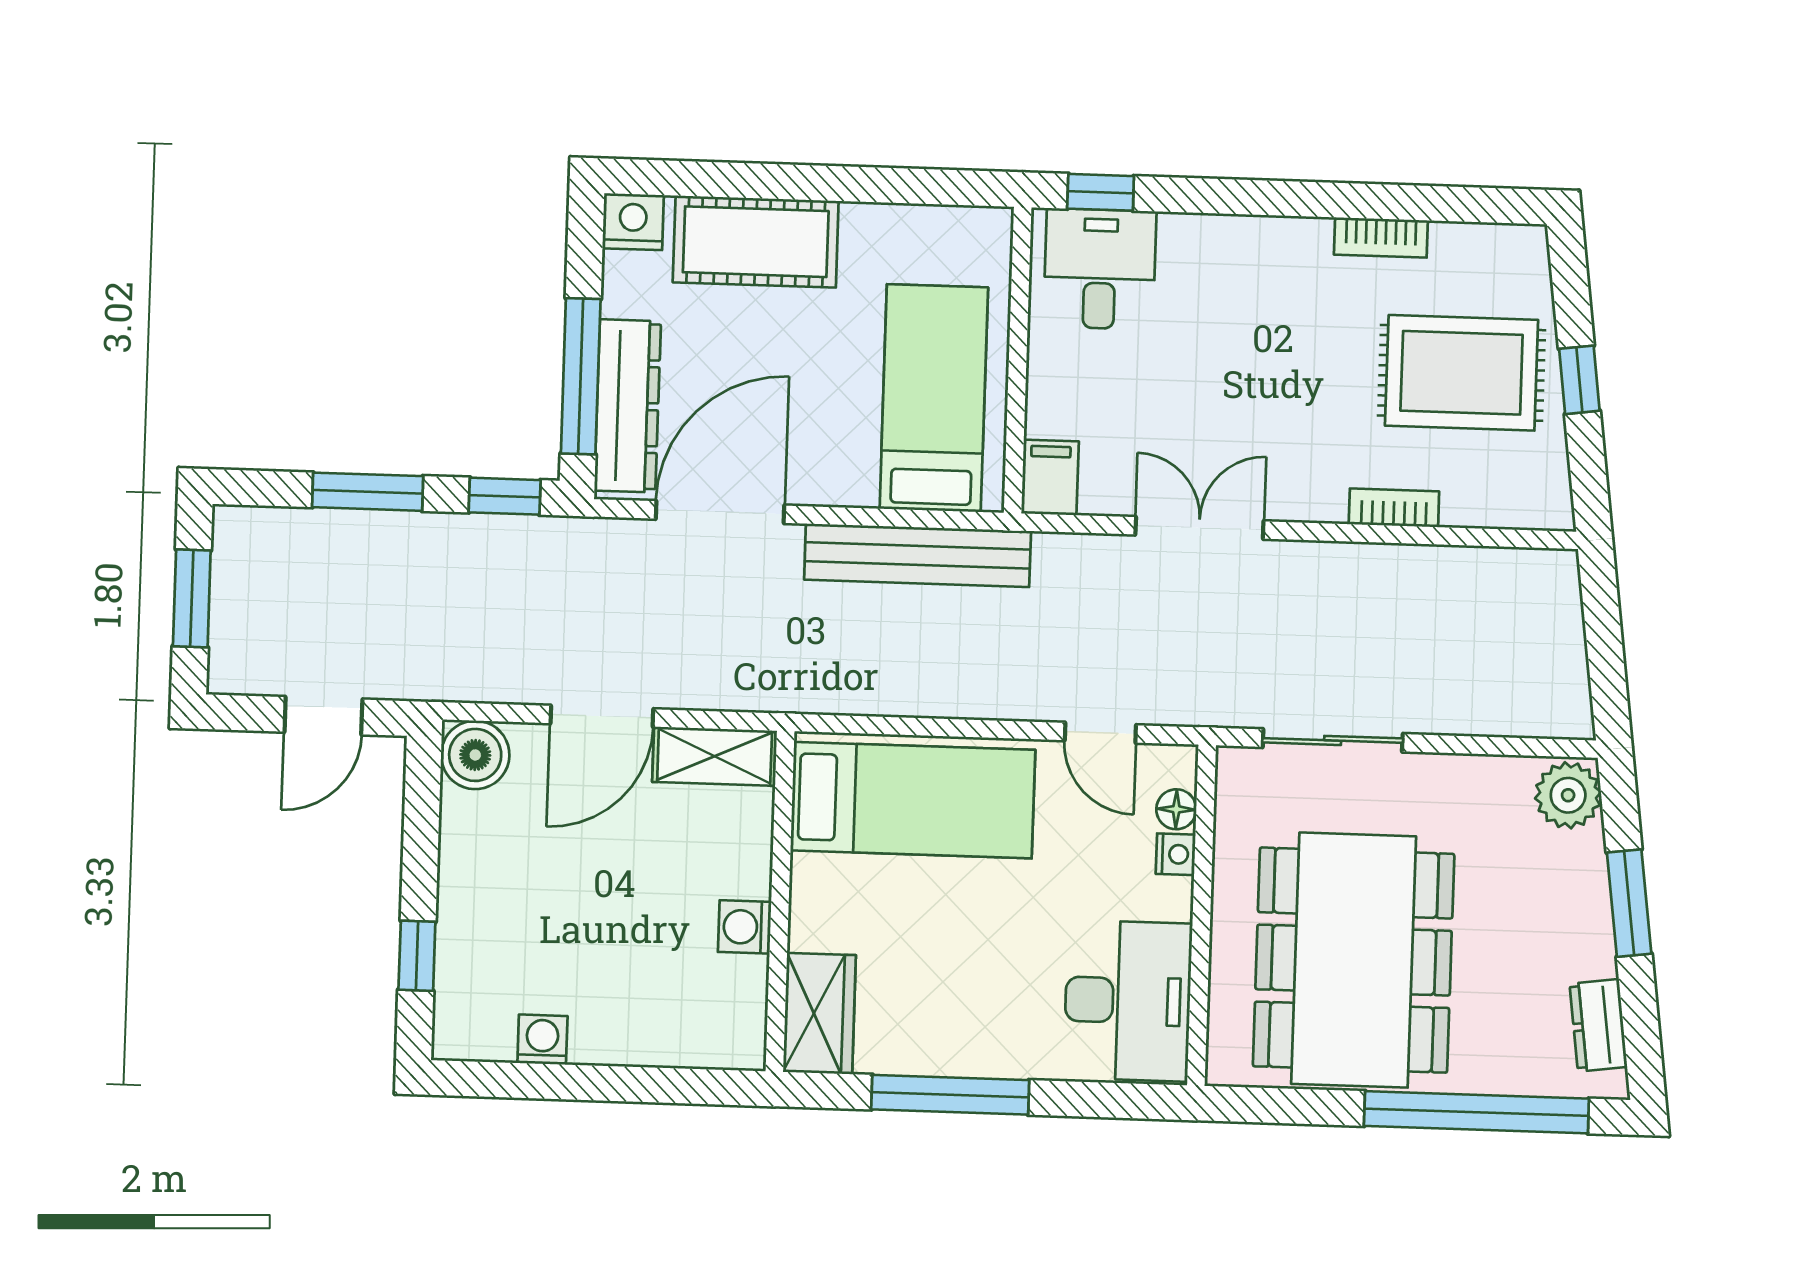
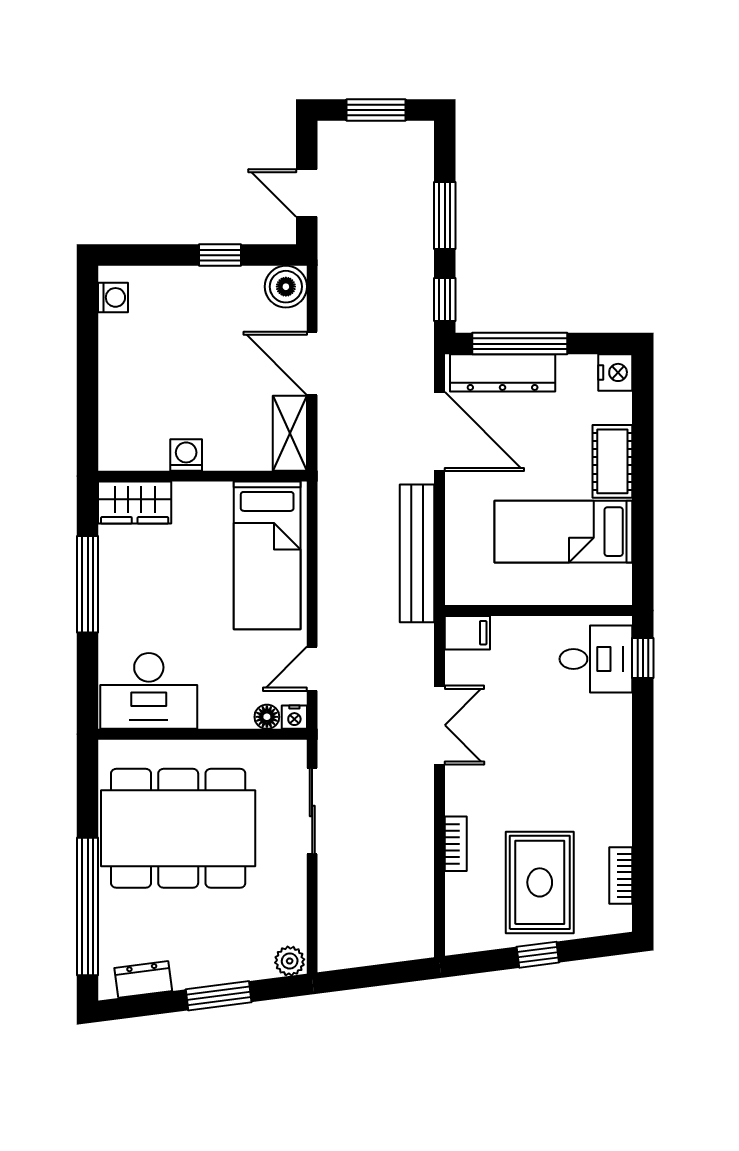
bookcase: (1381, 238) -> (621, 875), moved
cot: (756, 242) -> (612, 461), width x0.73, depth x0.75
bed: (934, 398) -> (563, 532), moved, turned 180
plant: (1568, 795) -> (290, 961), width x0.73, depth x0.73
nightstand: (1176, 854) -> (294, 717), moved
window: (417, 956) -> (220, 255), moved
washing machine: (542, 1040) -> (113, 297), moved

